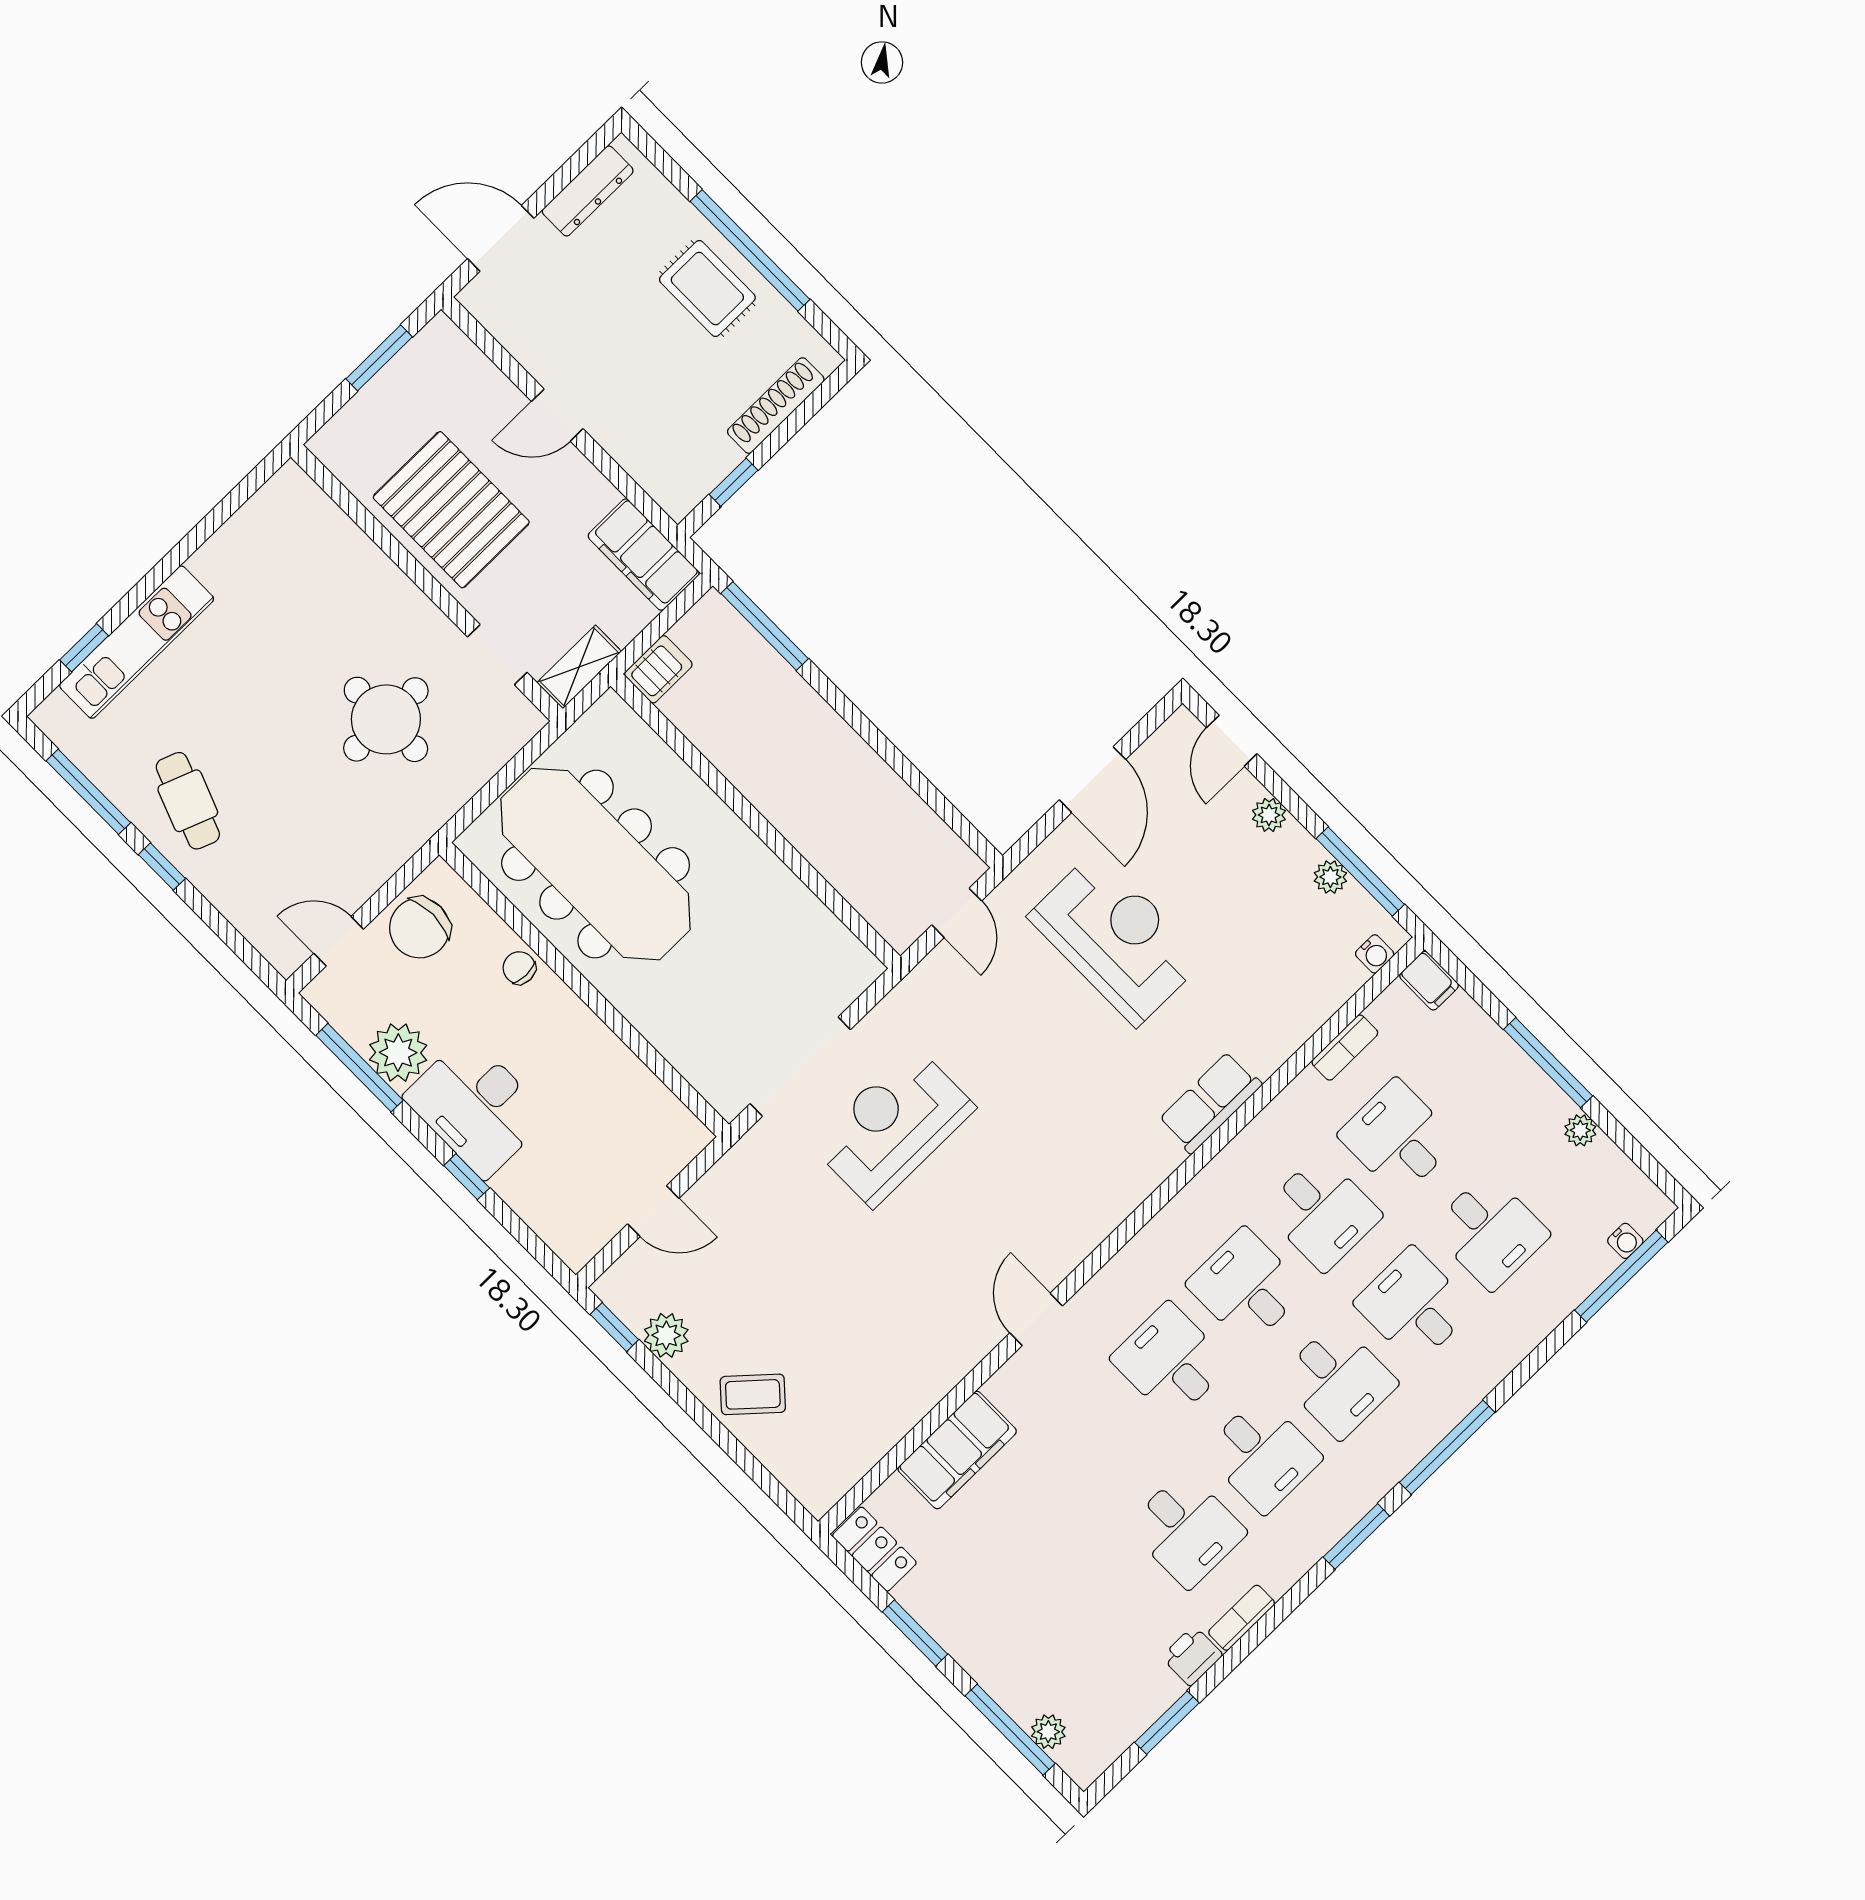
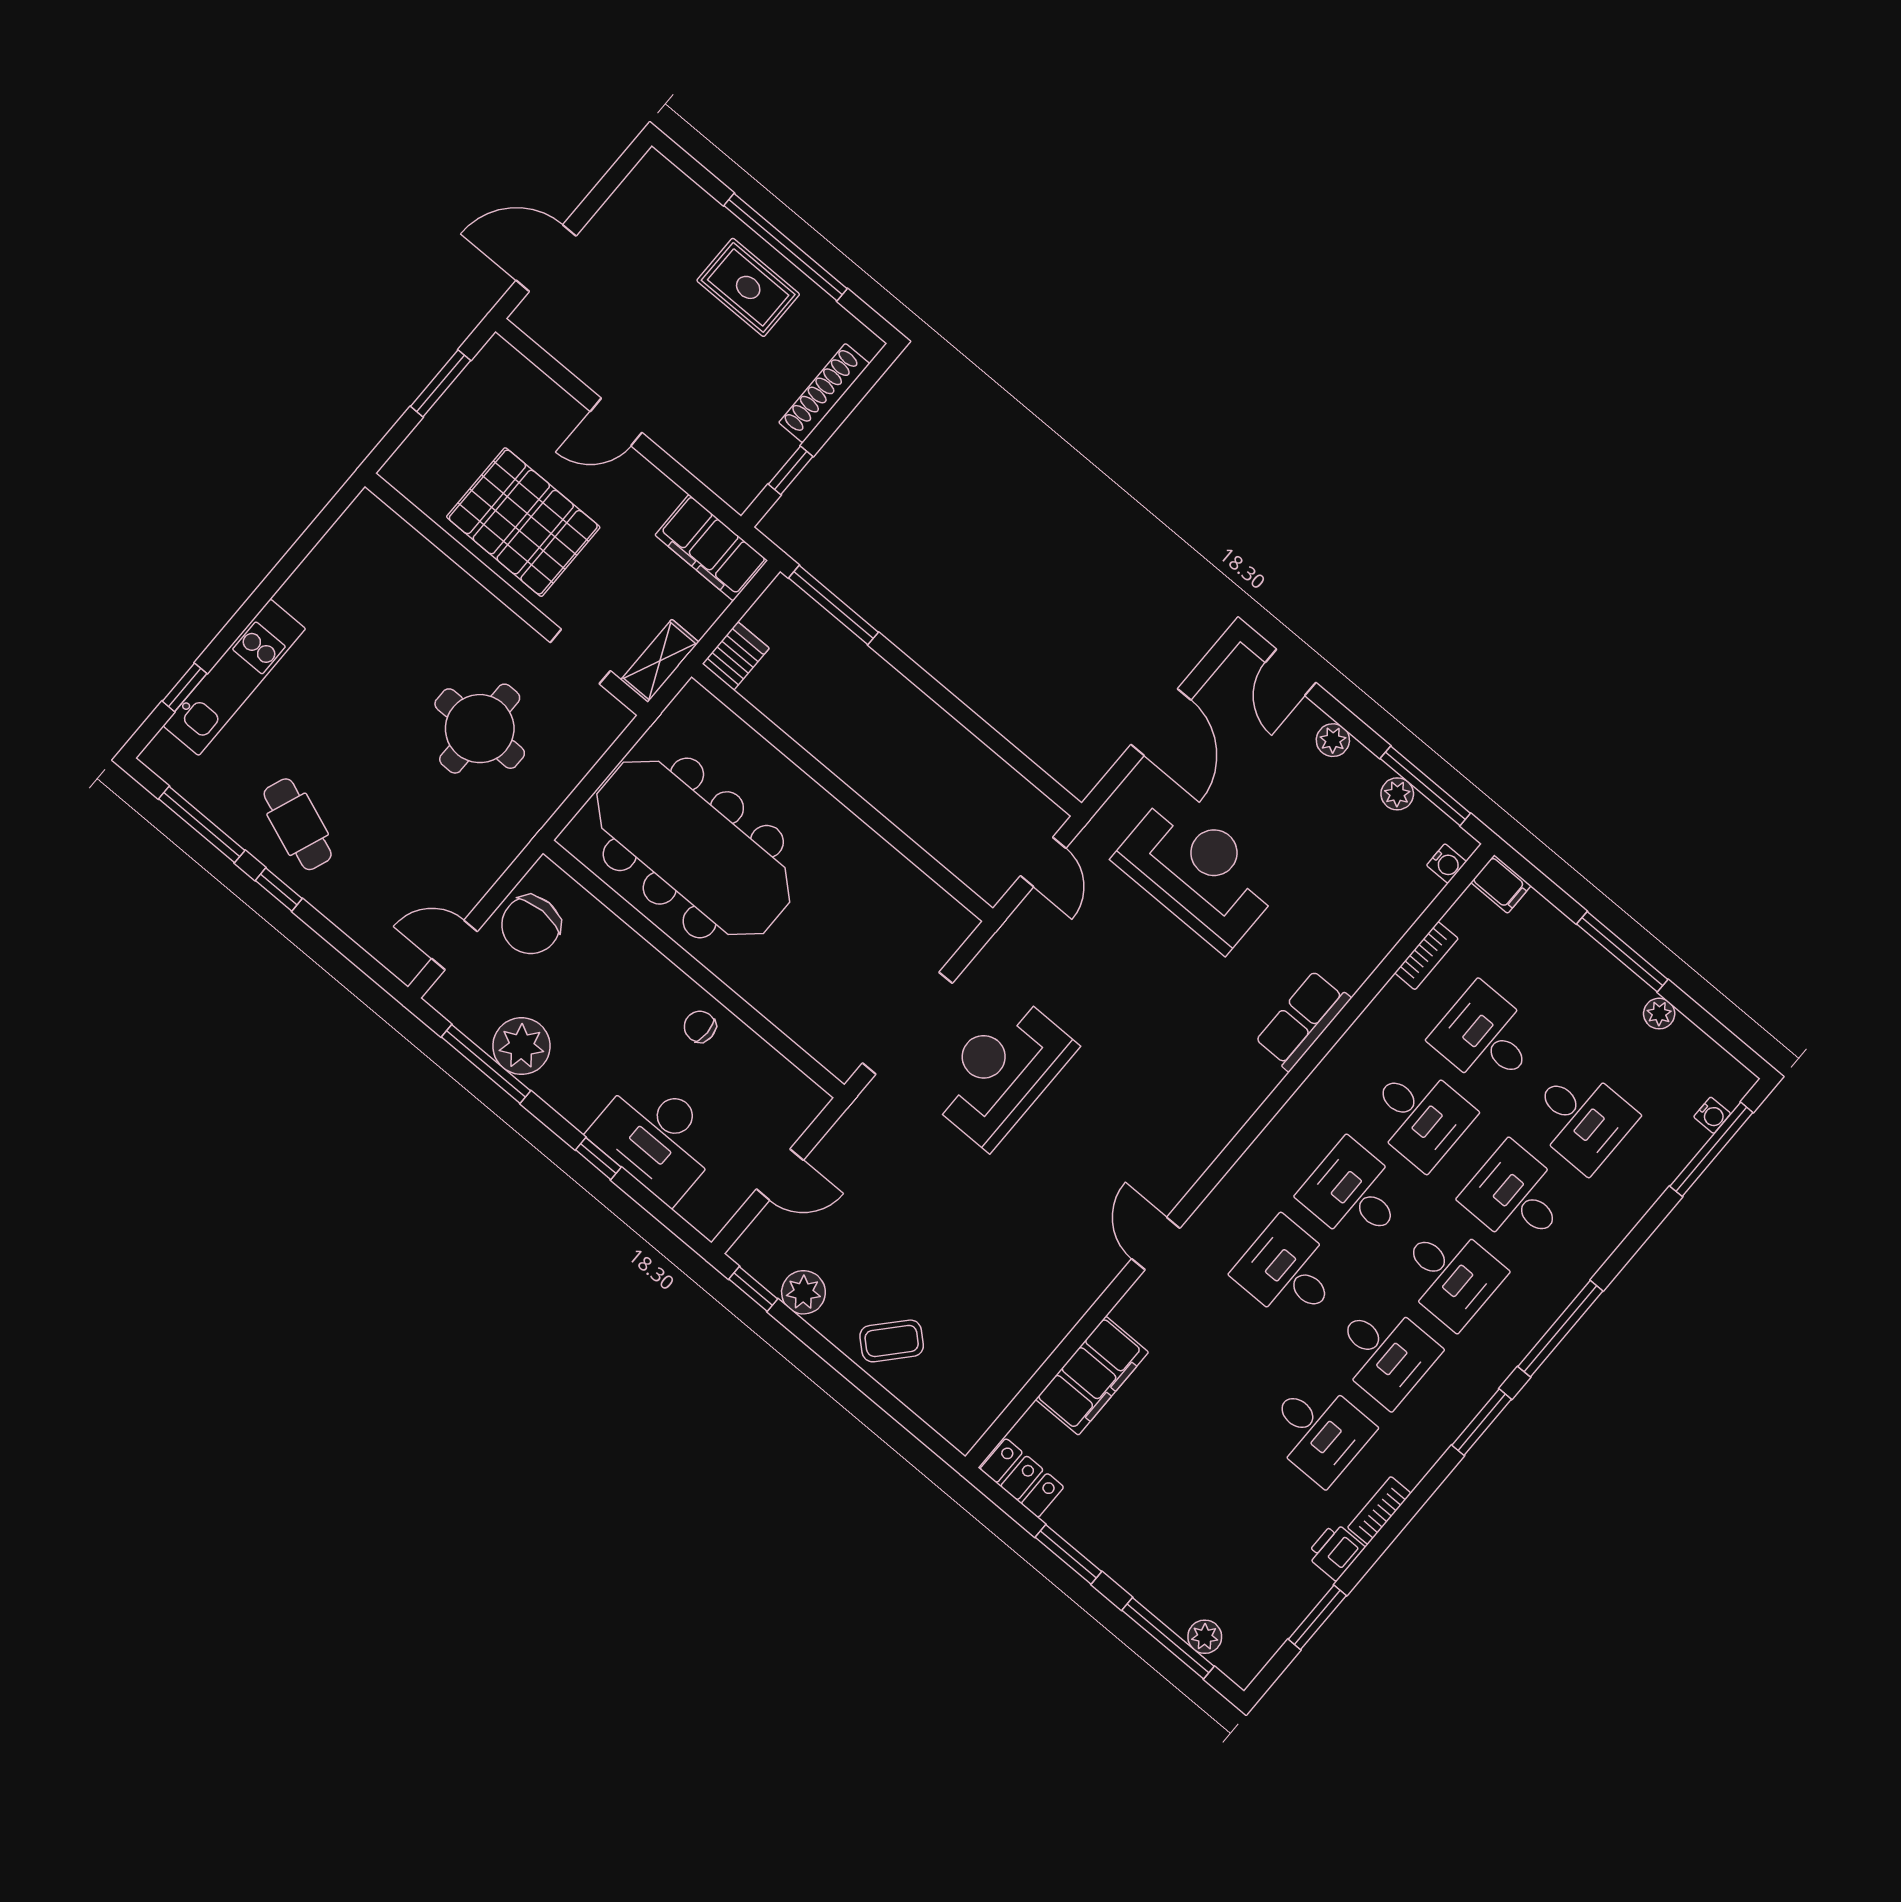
dresser: (588, 191) -> (625, 205), removed
chair: (519, 968) -> (700, 1027), moved
desk: (476, 1107) -> (657, 1138), moved

